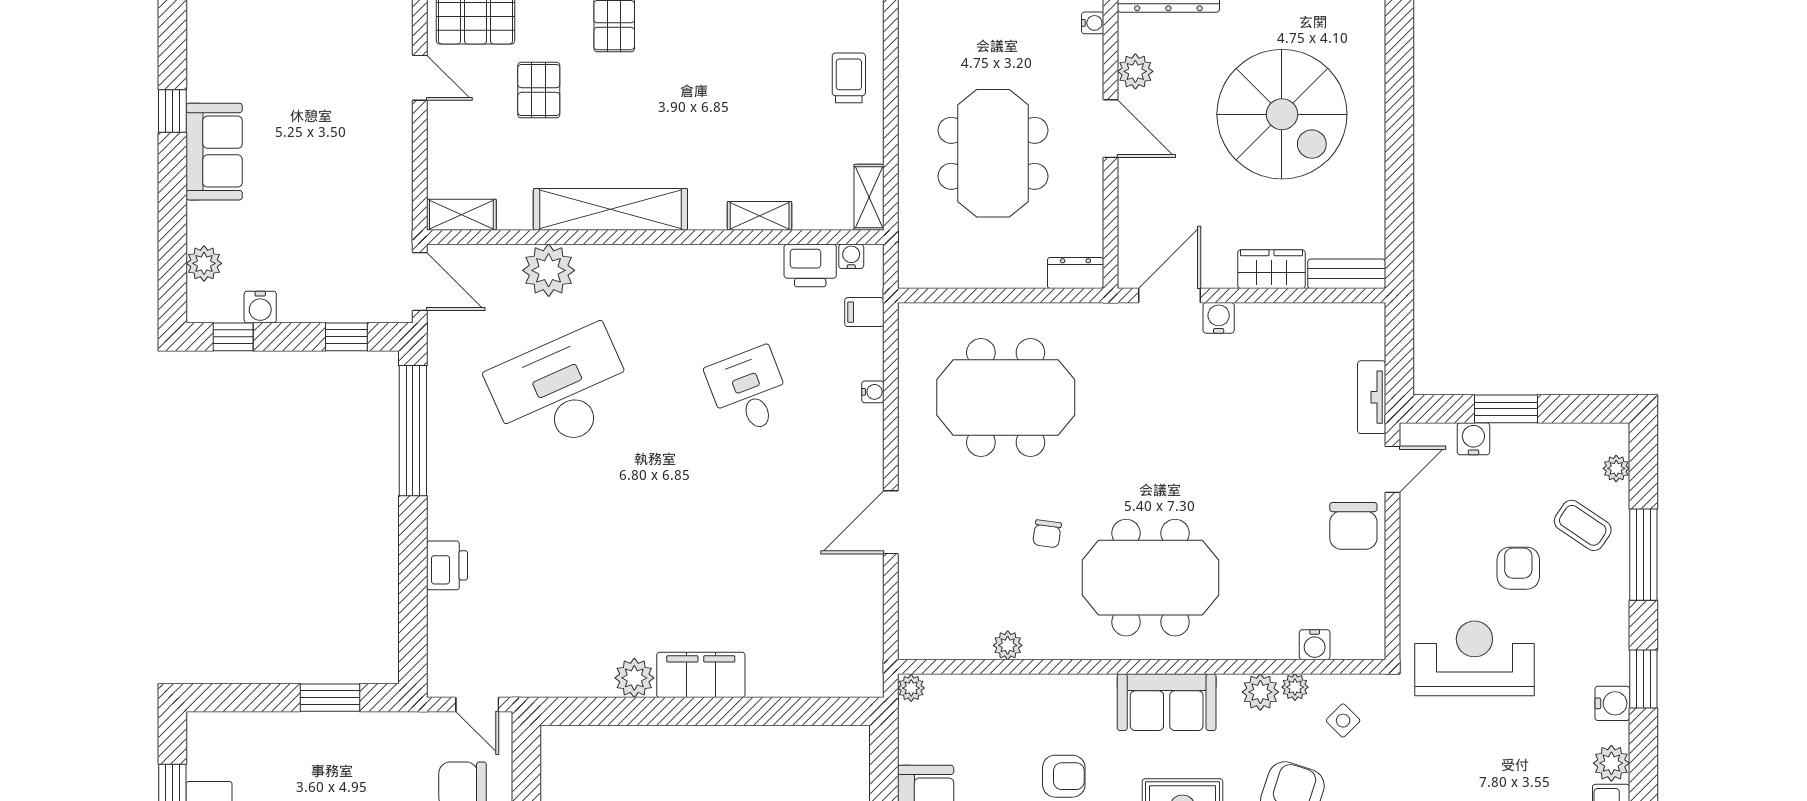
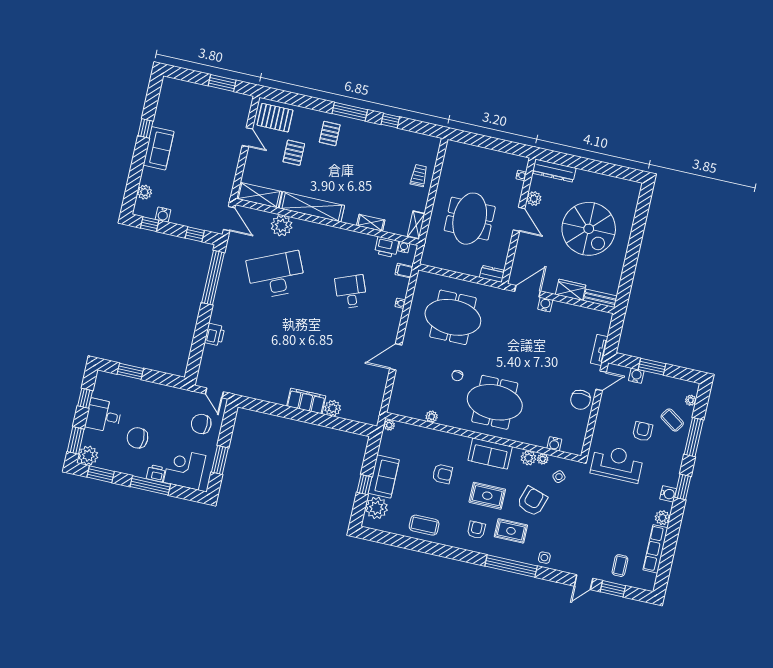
shelving: (461, 215) -> (259, 195), width x1.50, depth x1.33
plant: (634, 678) -> (333, 408), moved
window: (330, 698) -> (130, 371), moved

